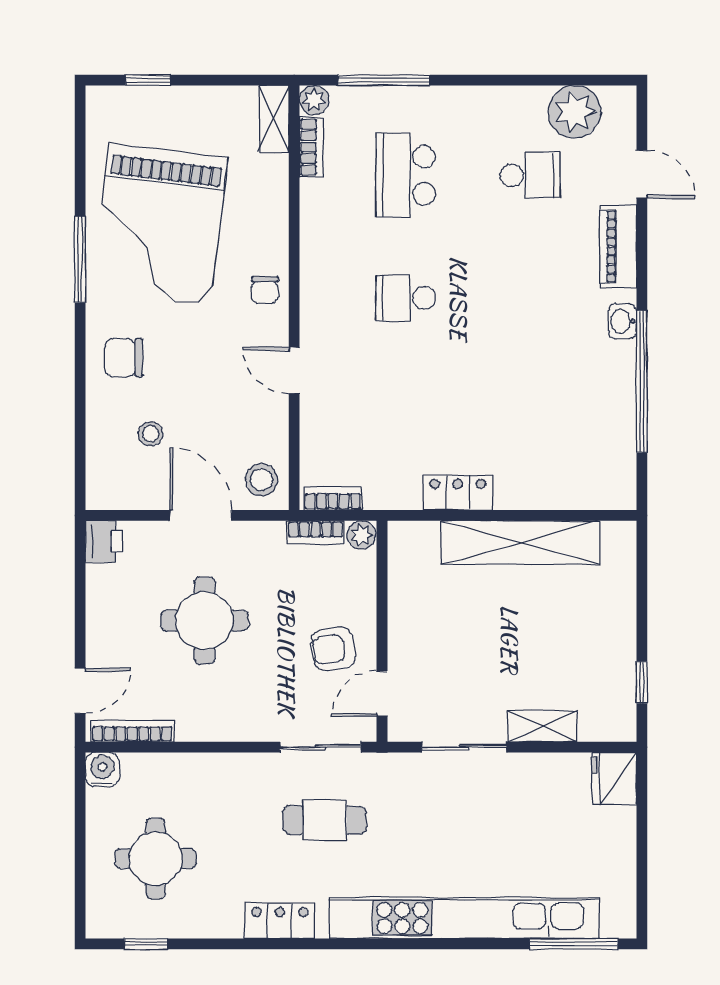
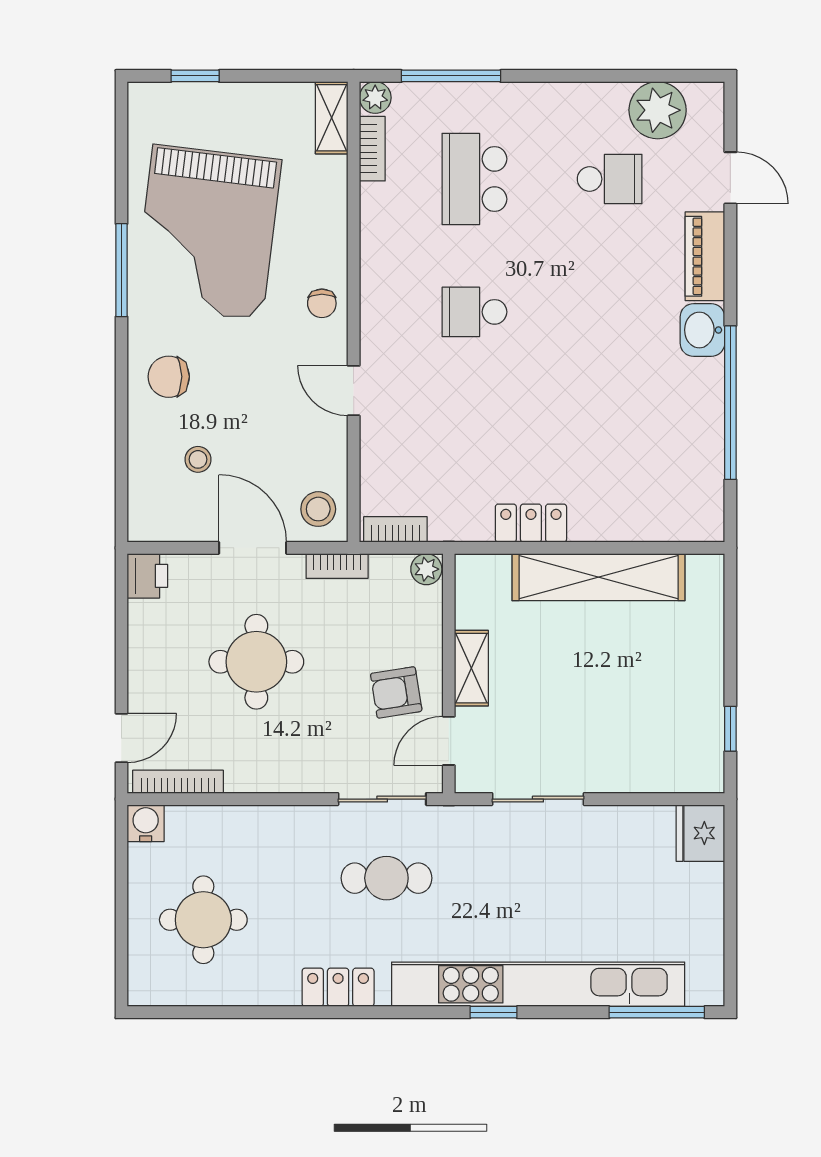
washbasin: (622, 321) -> (702, 330), width x1.38, depth x1.45
bookcase: (316, 532) -> (337, 566), moved
shelving: (542, 726) -> (471, 668), moved, turned 90
window: (146, 944) -> (493, 1012), moved

